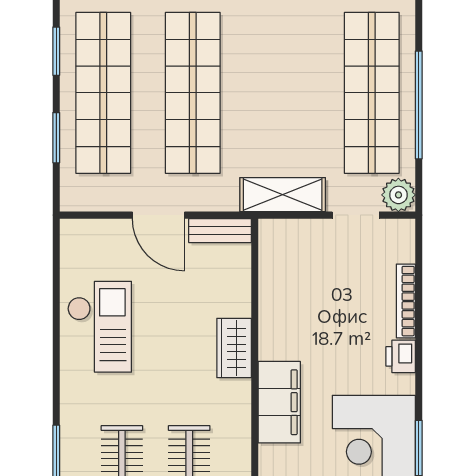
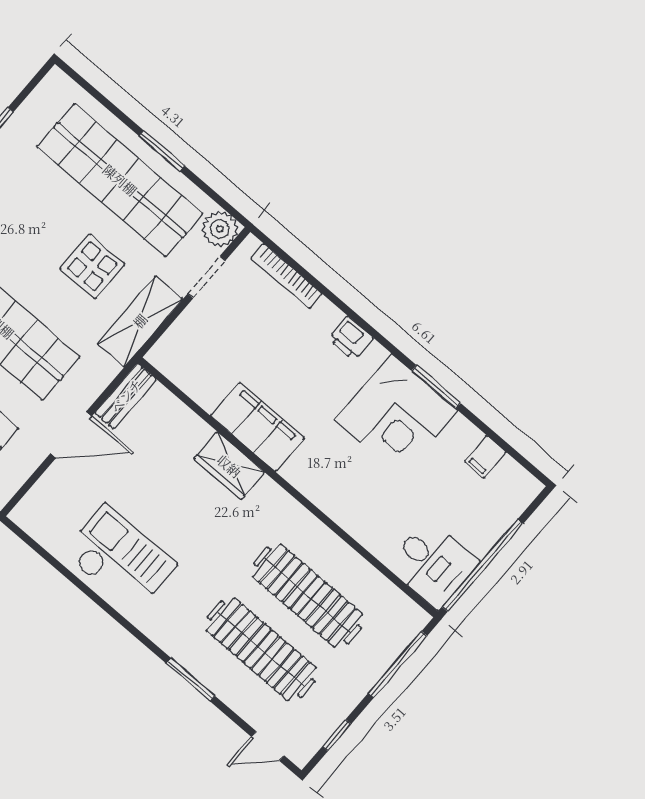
window: (419, 105) -> (162, 151), width x0.47
display table: (293, 126) -> (92, 266), added
bookcase: (406, 301) -> (287, 276), moved
filing cabinet: (279, 402) -> (257, 427), moved

